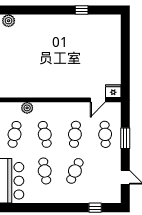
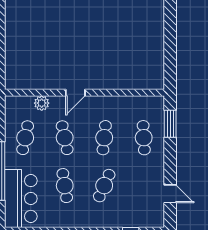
fridge: (113, 91) -> (154, 81), removed
door: (98, 100) -> (75, 93), moved
window: (125, 138) -> (170, 124), moved

